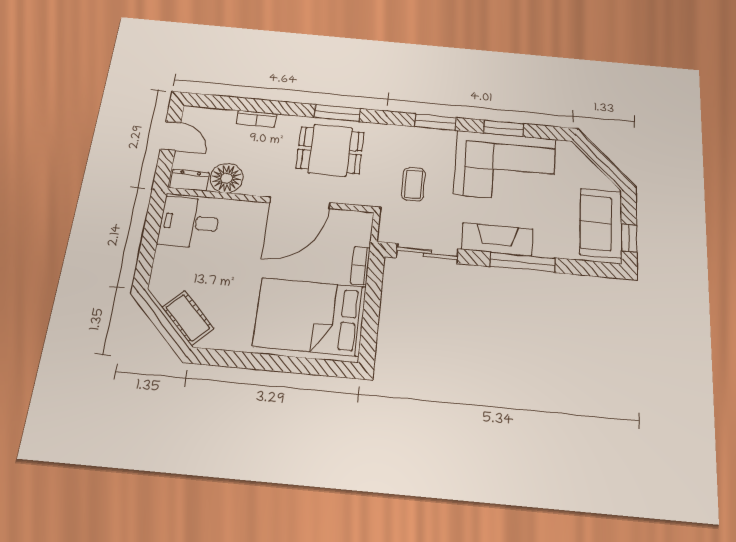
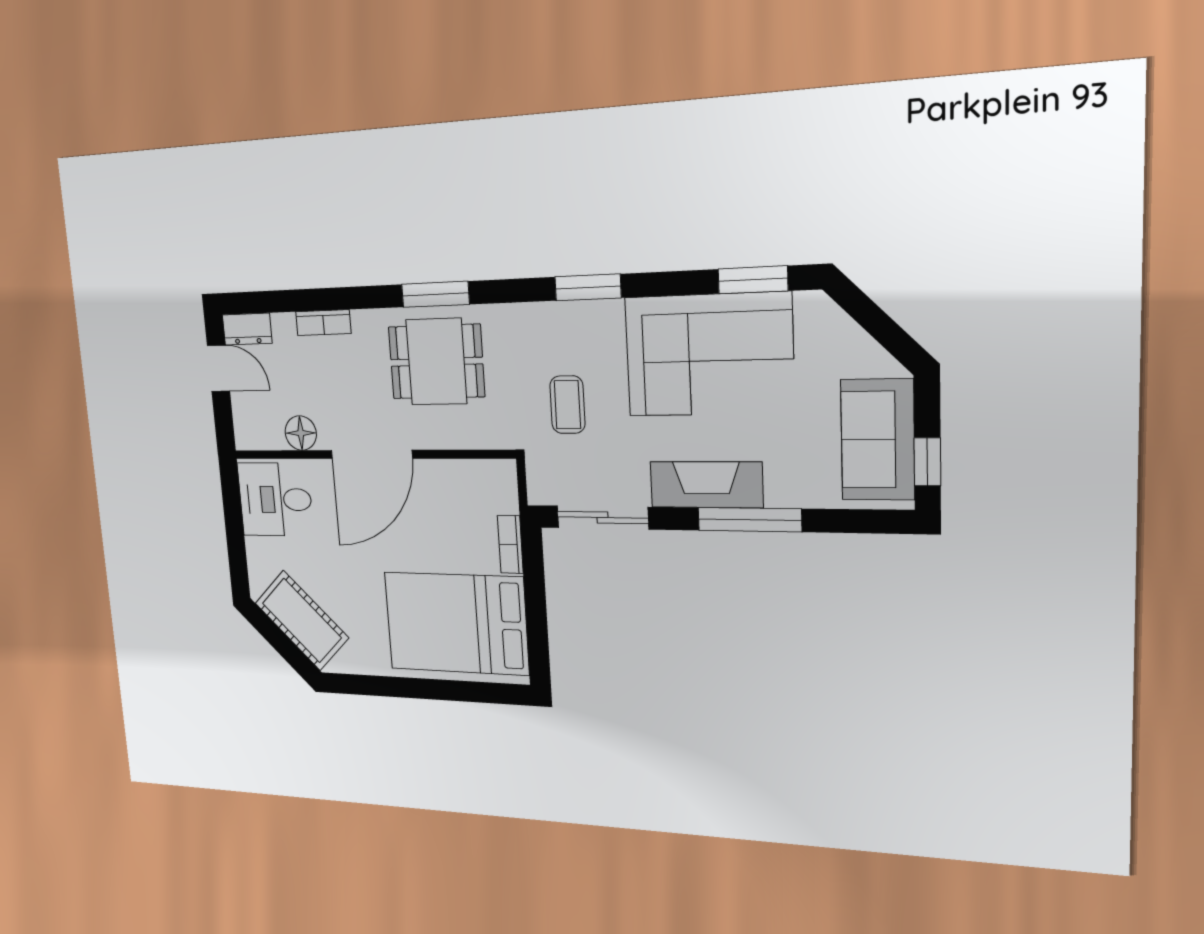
window: (504, 128) -> (753, 280), moved
floor lamp: (227, 178) -> (301, 433), width x0.73, depth x0.73
dresser: (189, 180) -> (247, 329), moved, turned 180
door: (300, 203) -> (372, 454), moved
cot: (188, 318) -> (302, 621), width x1.37, depth x1.34

